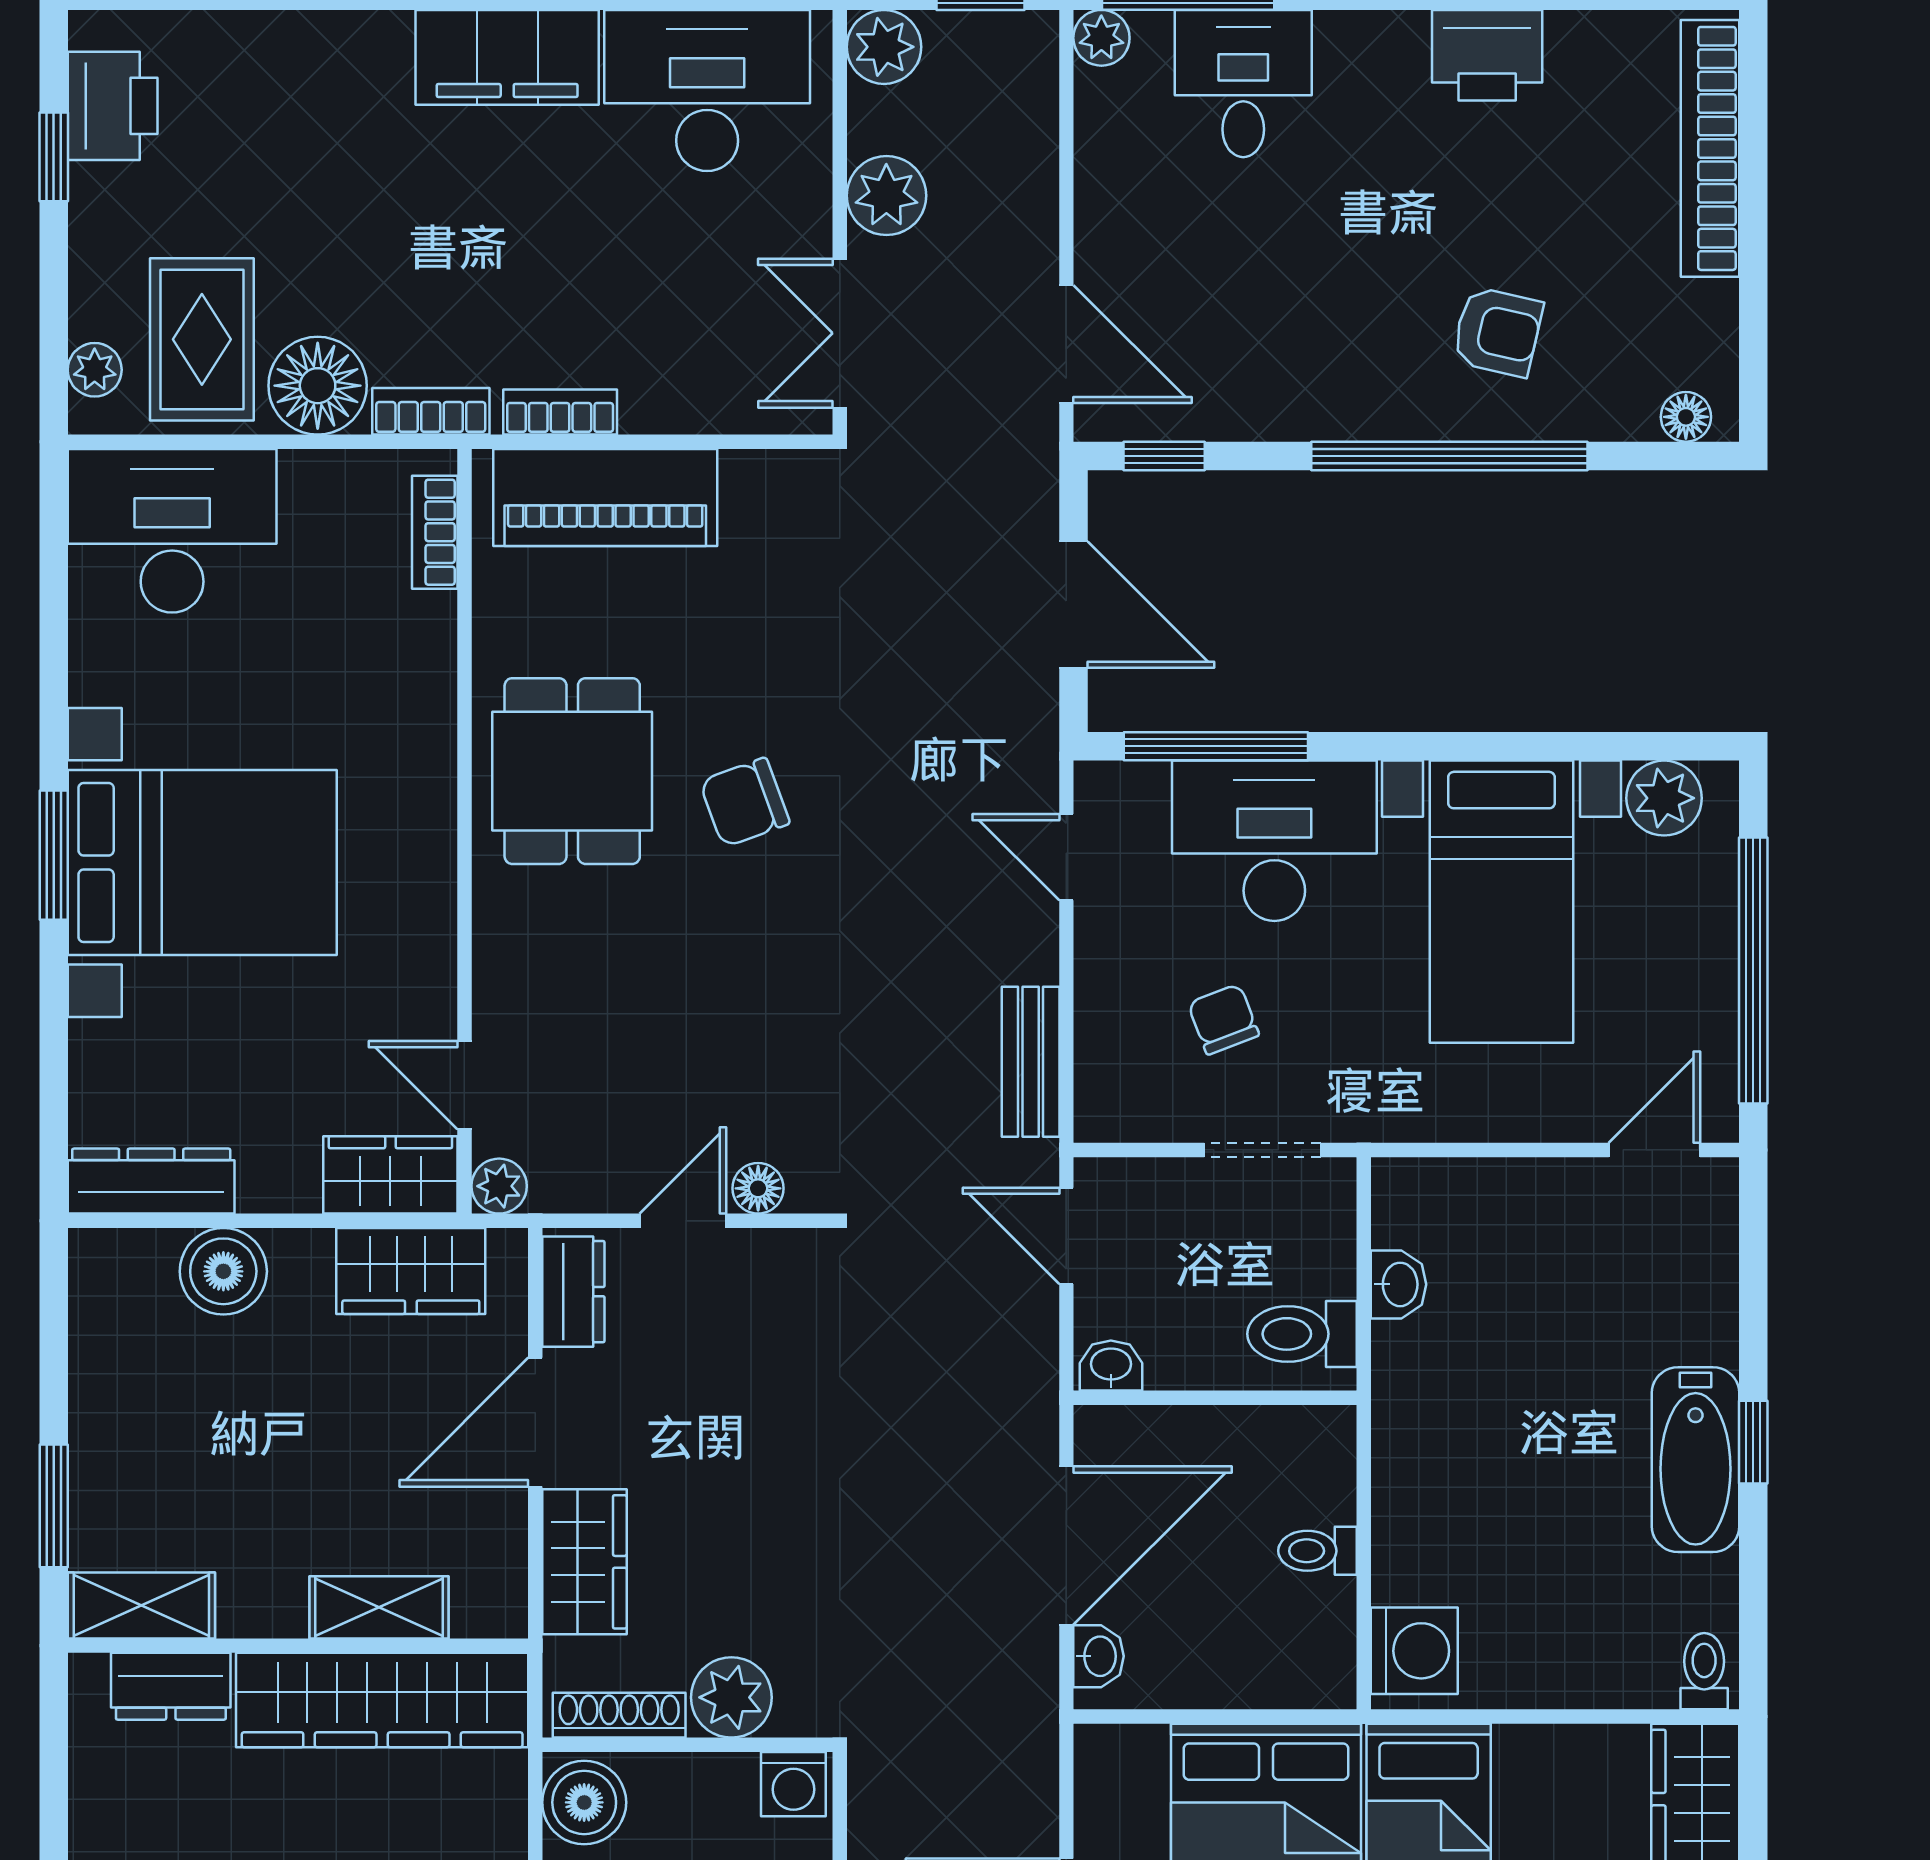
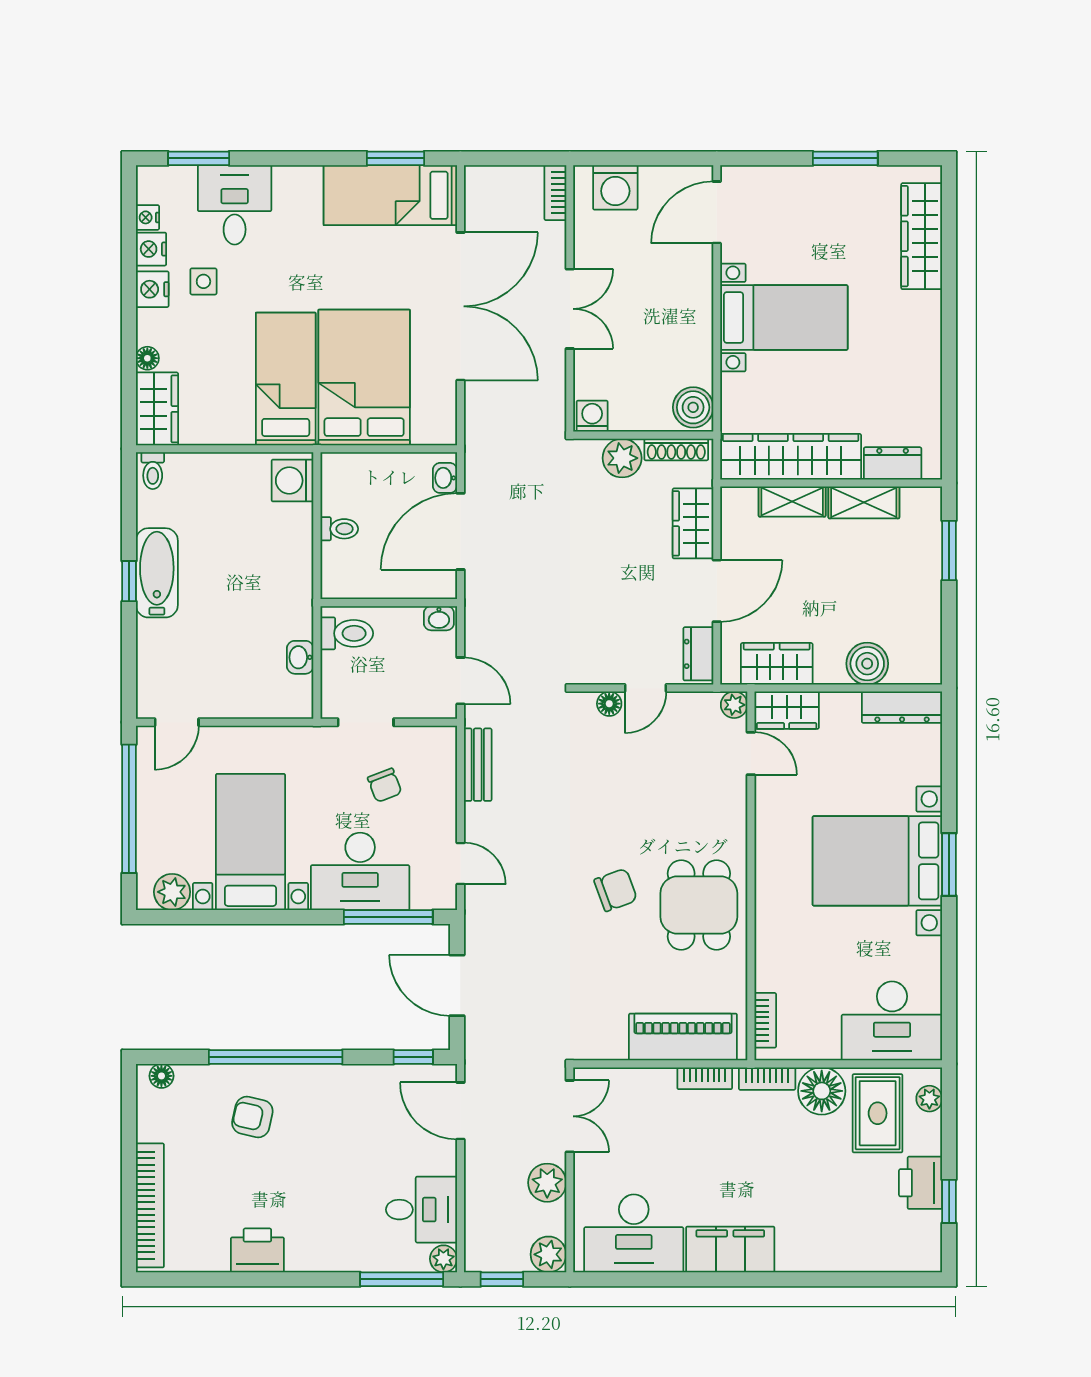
desk: (1243, 84) -> (421, 1210), moved, turned -90
printer: (113, 106) -> (921, 1183), moved
shelving: (141, 1605) -> (864, 502), moved

